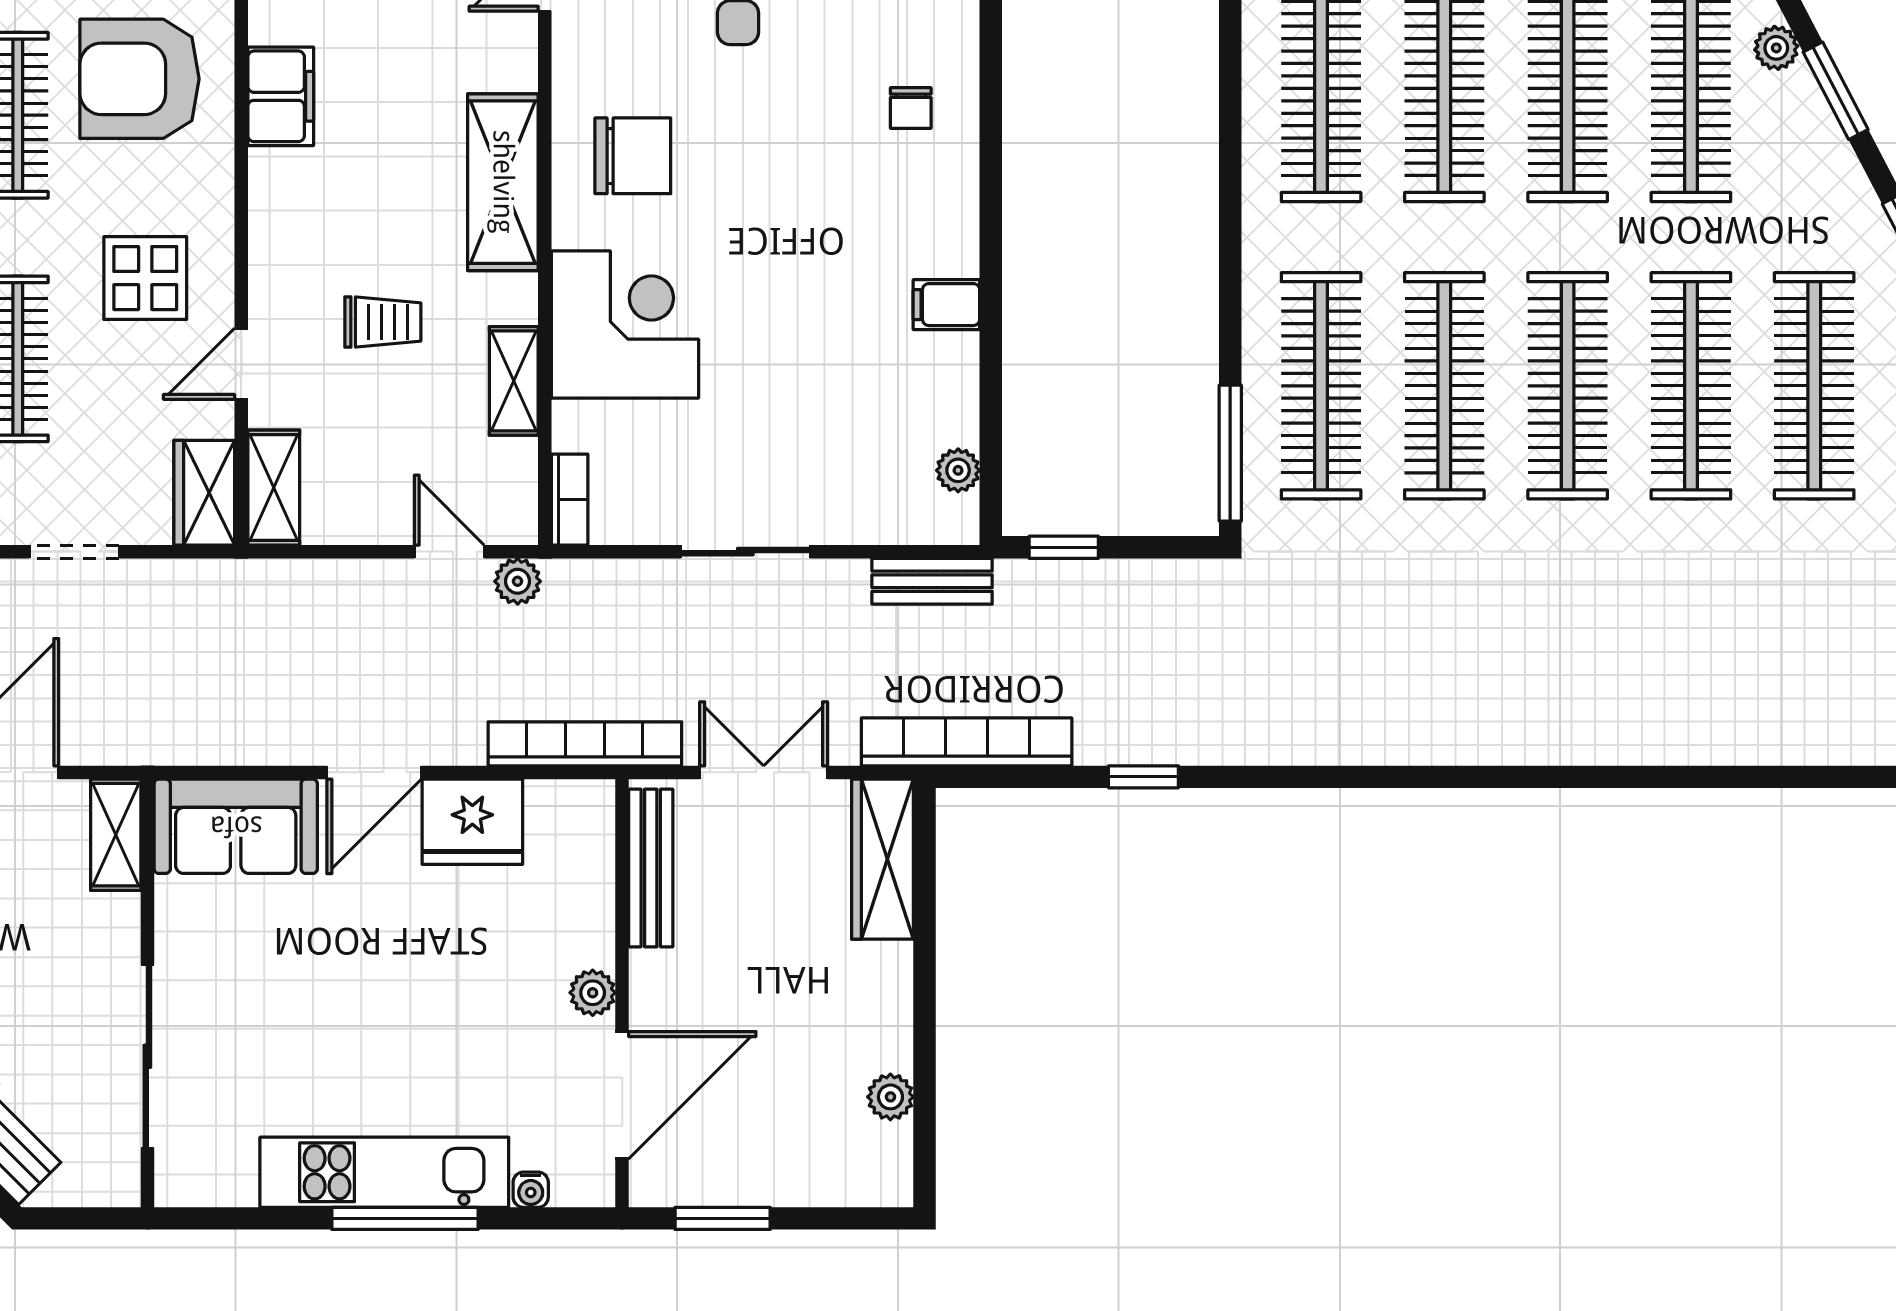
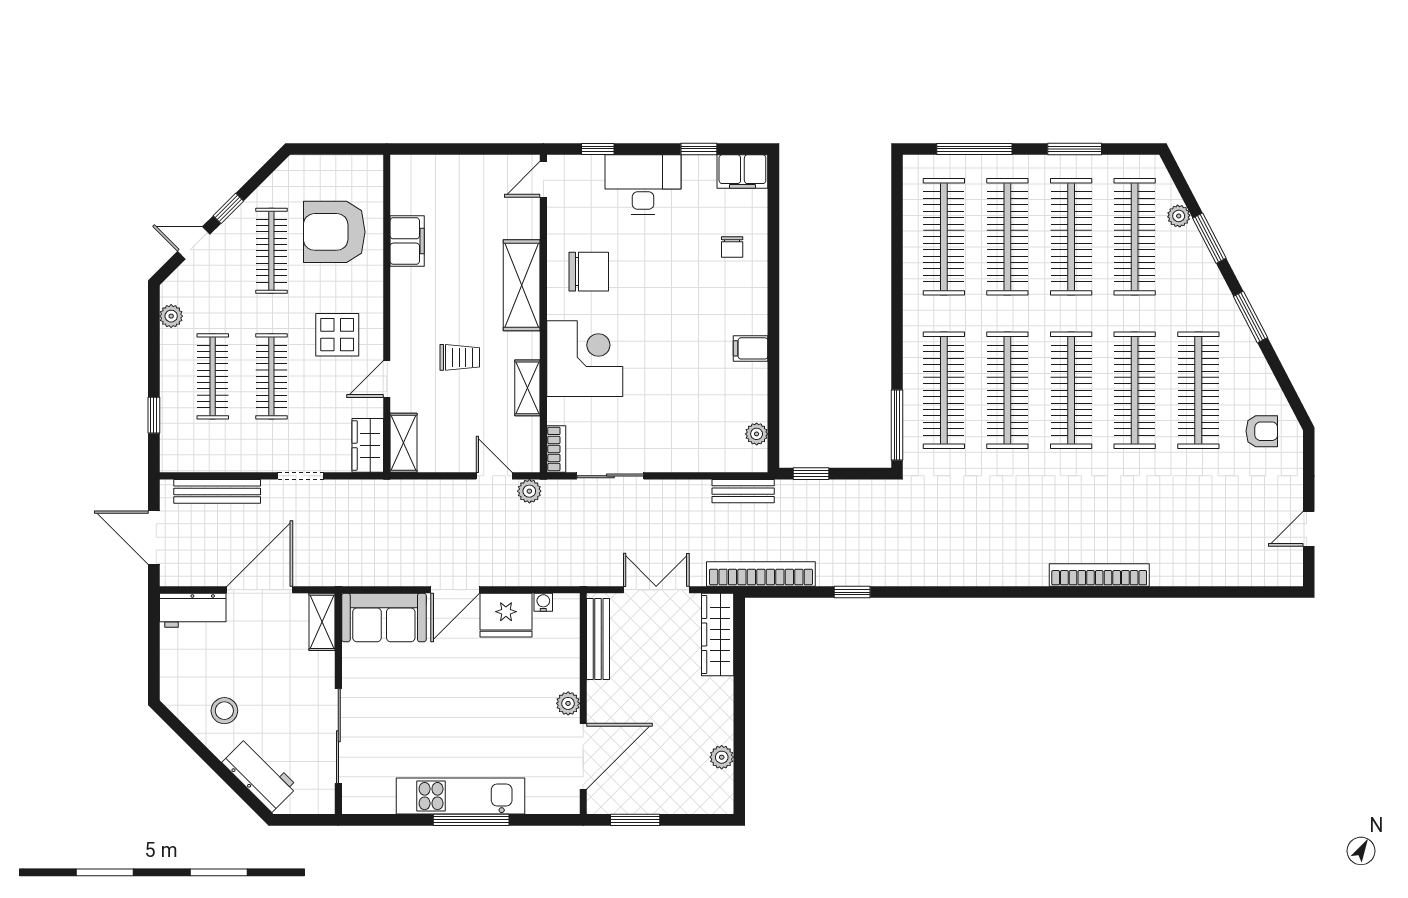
sliding door: (745, 552) -> (610, 476), moved
bookcase: (585, 744) -> (1099, 575), moved
water cooler: (531, 1190) -> (543, 602), moved, turned 180

